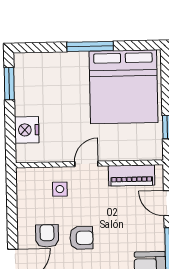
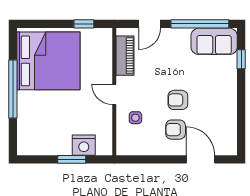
window: (90, 46) -> (13, 89), width x1.46
window: (9, 84) -> (72, 159), moved
armchair: (81, 238) -> (178, 100), turned -90

